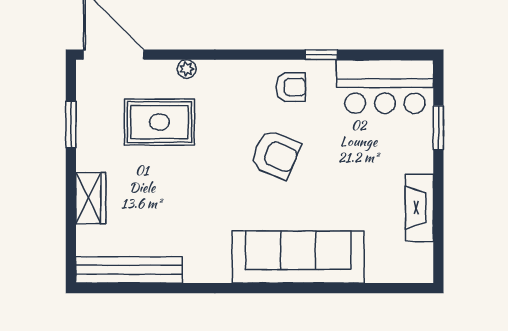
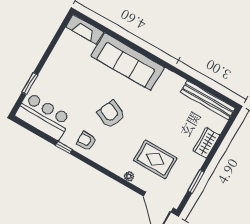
fireplace: (419, 208) -> (85, 29), moved, turned 90

